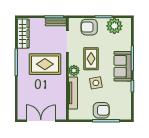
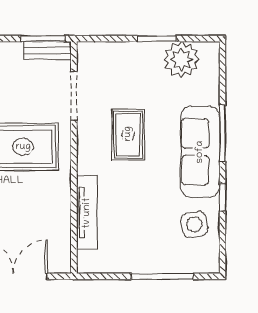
armchair: (89, 27) -> (124, 62), removed
sofa: (123, 66) -> (200, 152), width x1.36
plant: (74, 71) -> (89, 161), removed
side table: (96, 83) -> (194, 224), moved
armchair: (101, 110) -> (152, 252), removed

